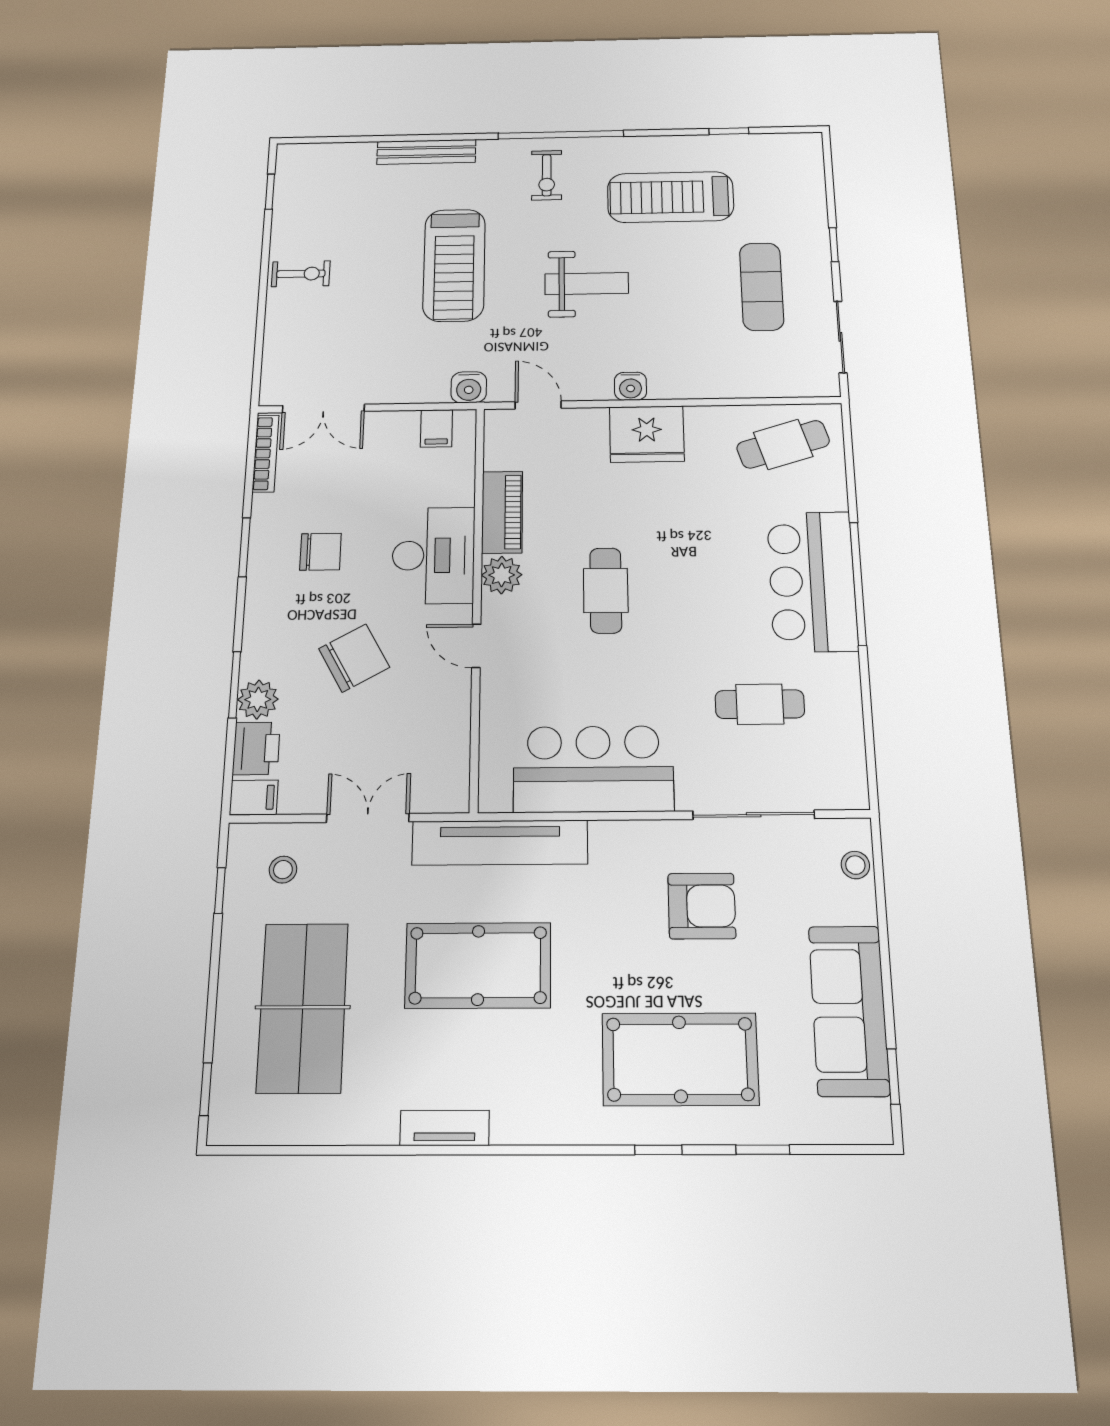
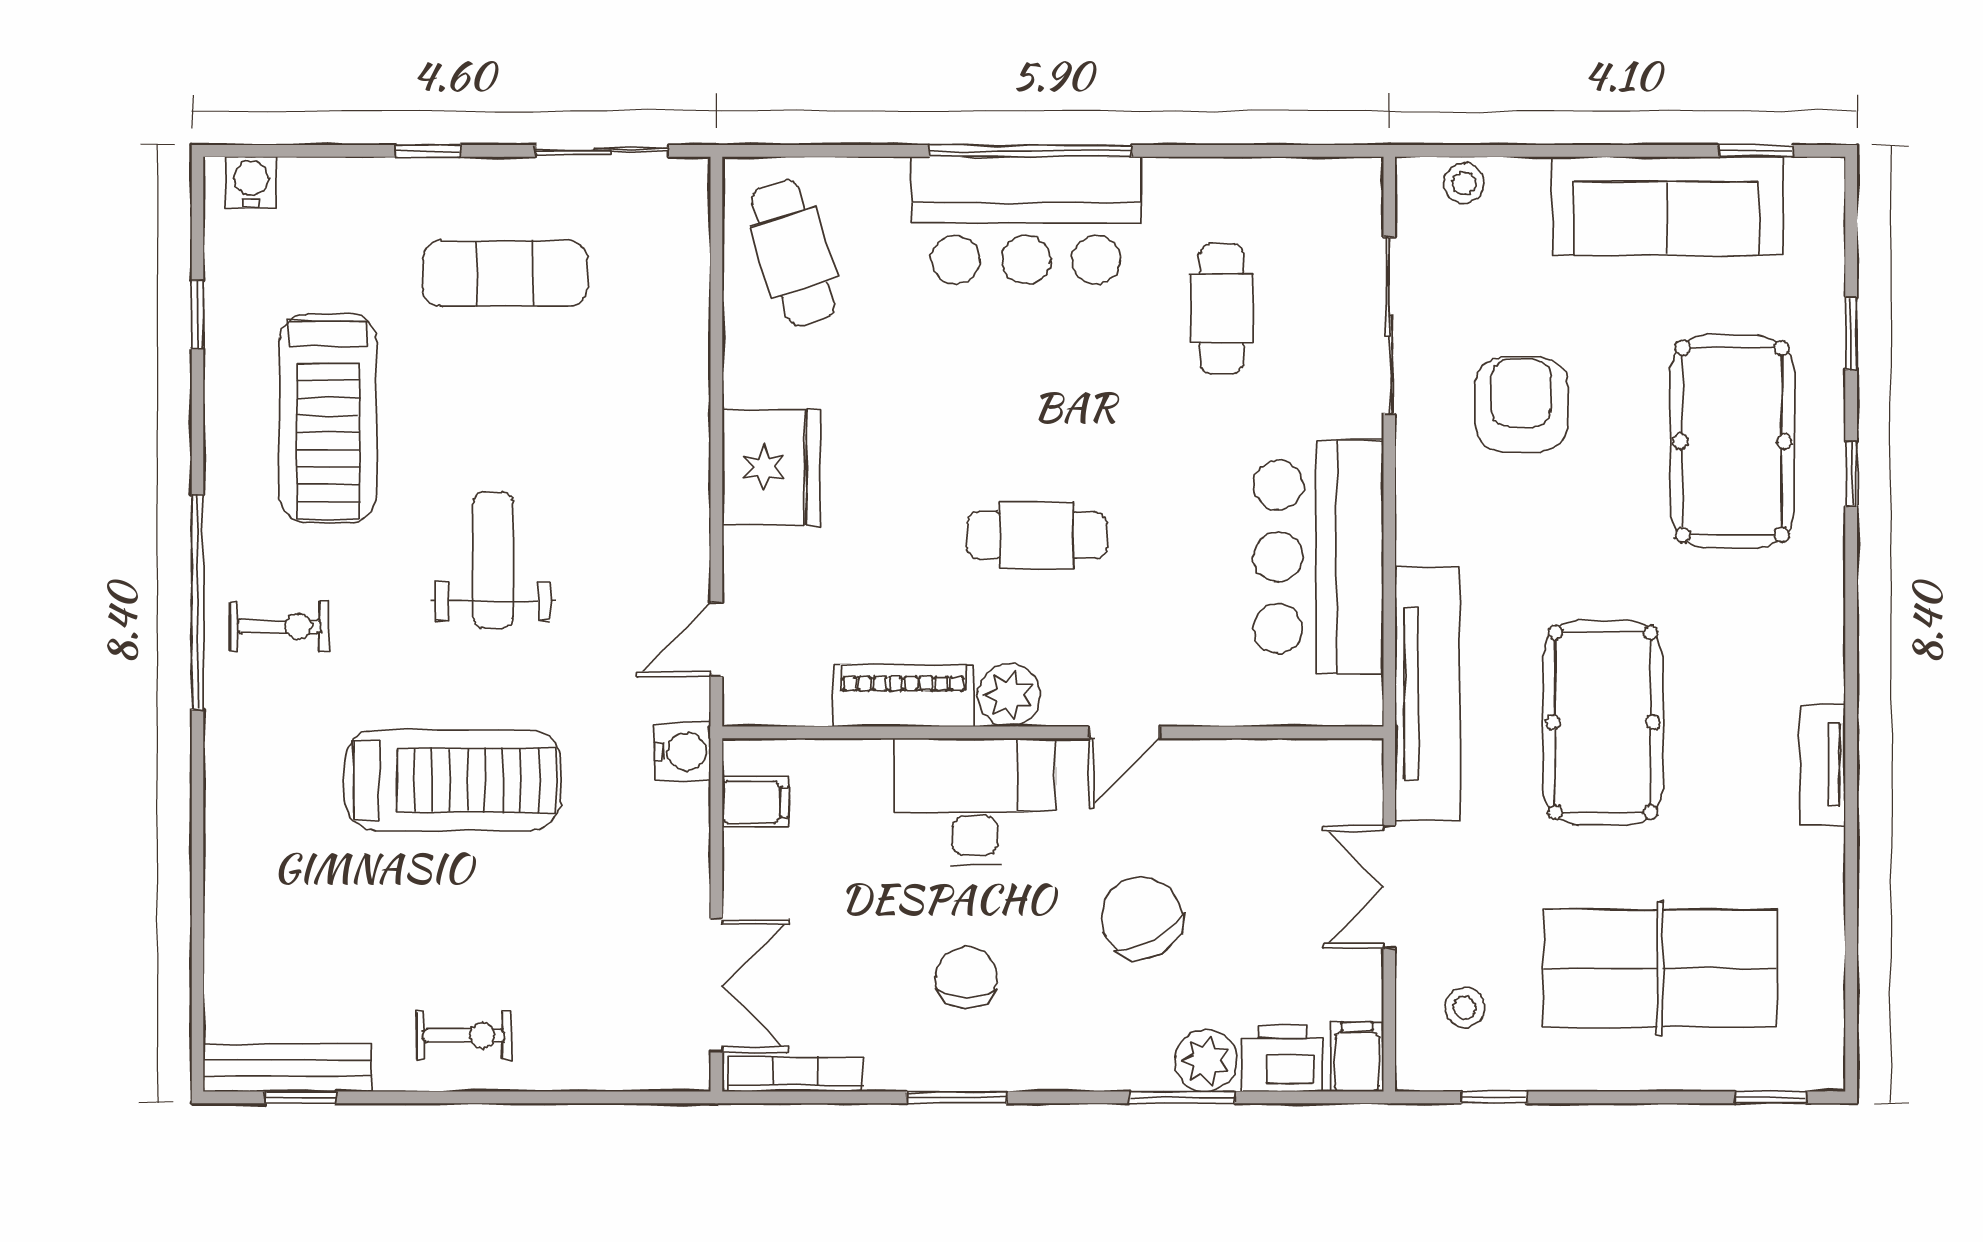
bench: (426, 152) -> (287, 1068), moved, turned 90
exercise bike: (301, 274) -> (464, 1036), turned 90
water cooler: (630, 386) -> (251, 182), moved, turned -90

